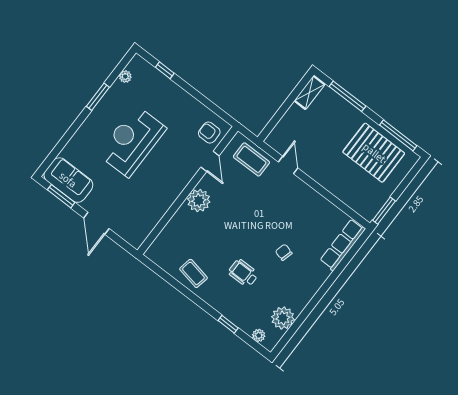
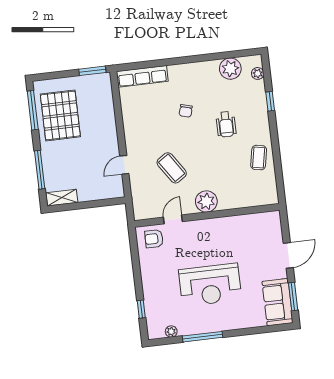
window: (98, 97) -> (203, 337), width x1.44
armchair: (209, 133) -> (154, 239), turned 90
coffee table: (251, 159) -> (172, 168), moved, turned -34

